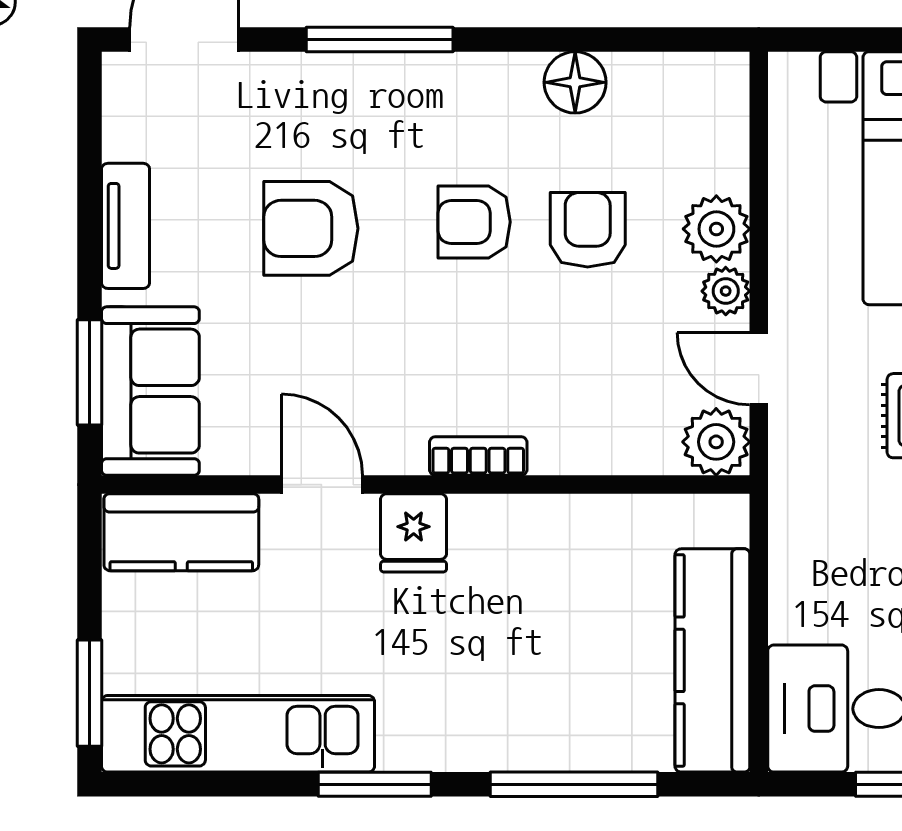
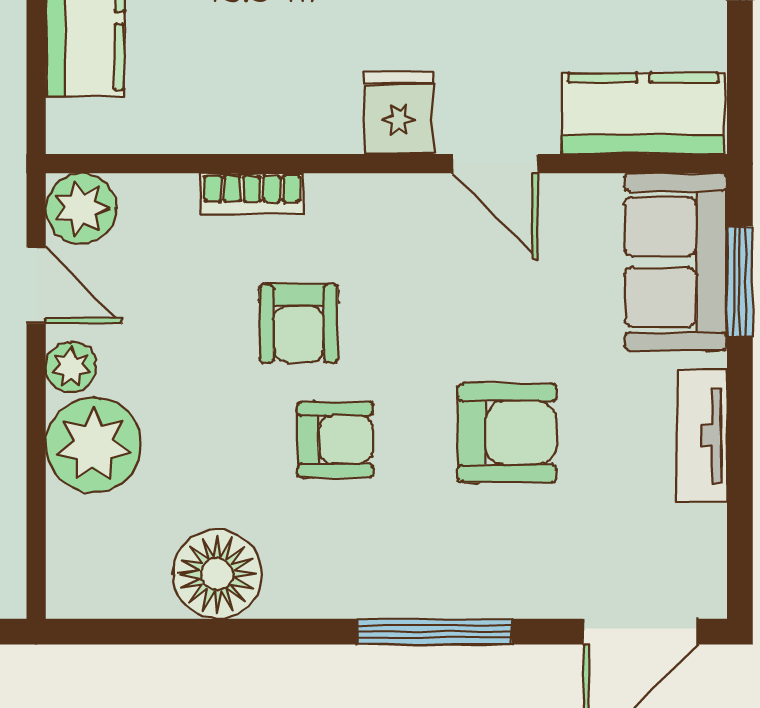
floor lamp: (575, 82) -> (217, 574), width x1.38, depth x1.38
plant: (716, 229) -> (93, 445), width x1.36, depth x1.36
armchair: (588, 230) -> (299, 323), moved
bookcase: (478, 456) -> (252, 194), moved

